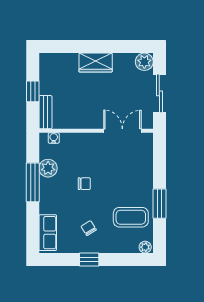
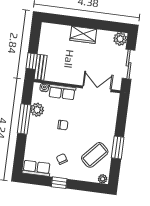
window: (33, 91) -> (32, 61), moved
row of seats: (78, 141) -> (62, 92), added
coffee table: (131, 217) -> (95, 155), turned -48
row of seats: (48, 233) -> (36, 168), moved, turned -90

